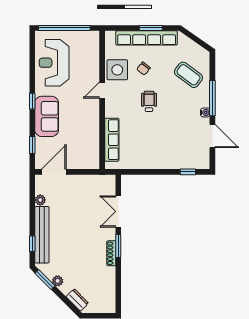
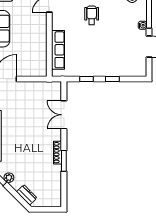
window: (143, 172) -> (86, 79), added
window: (188, 172) -> (112, 79), moved
window: (118, 246) -> (64, 161), moved

